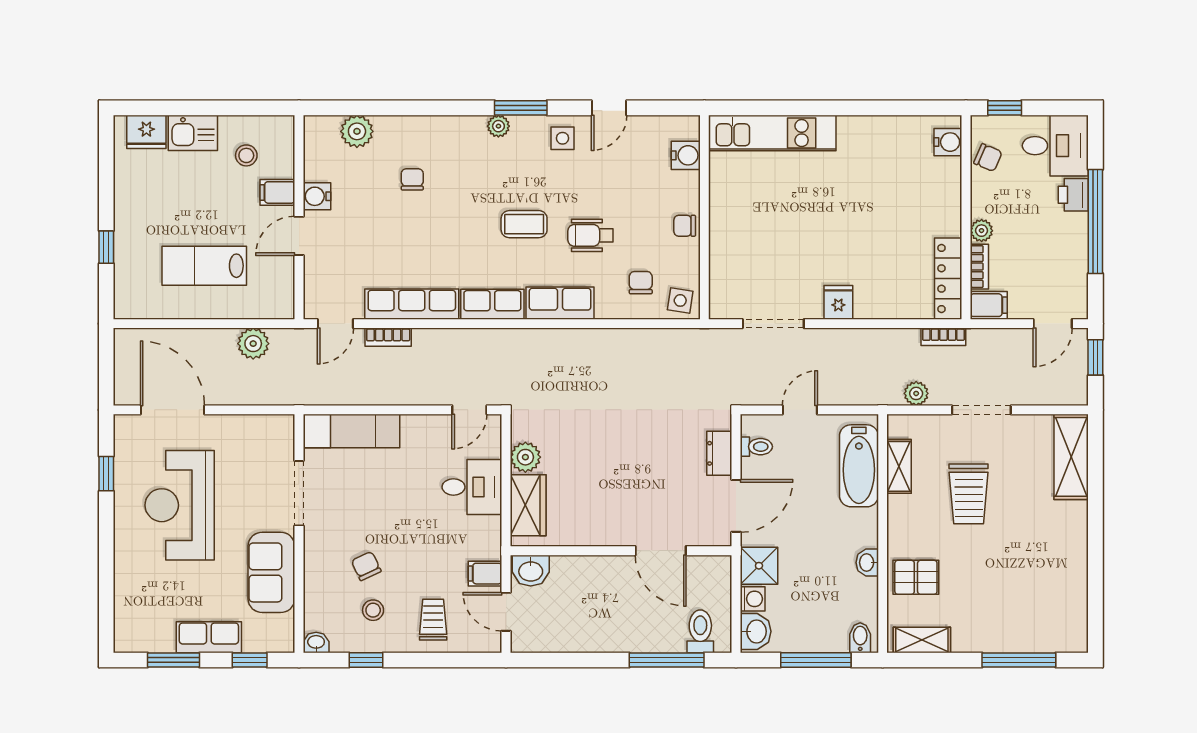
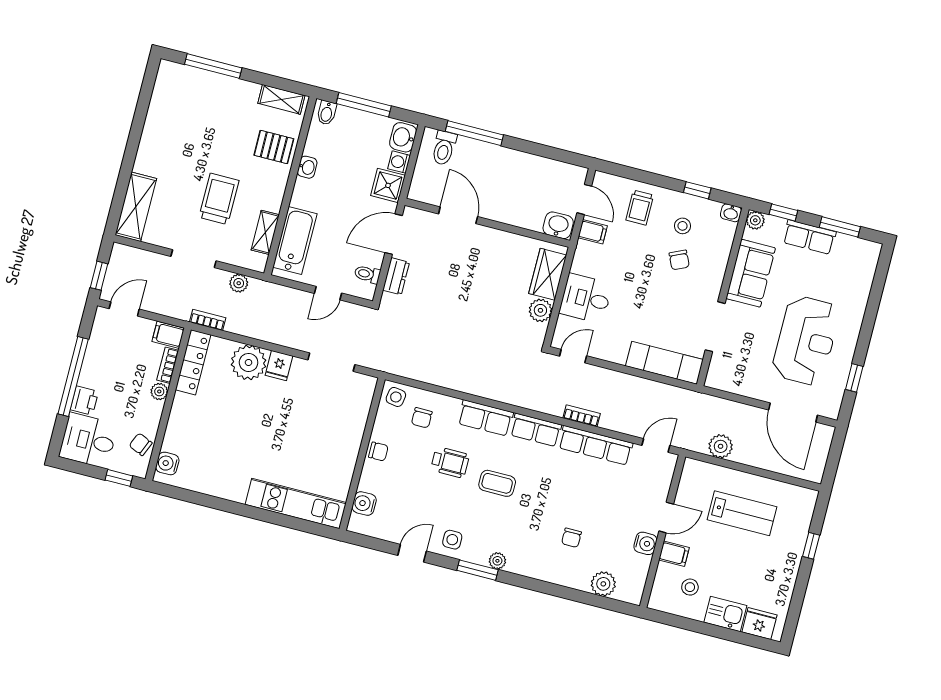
plant: (878, 296) -> (249, 362), added
bookcase: (388, 337) -> (582, 416), moved
plant: (283, 641) -> (755, 220), added

